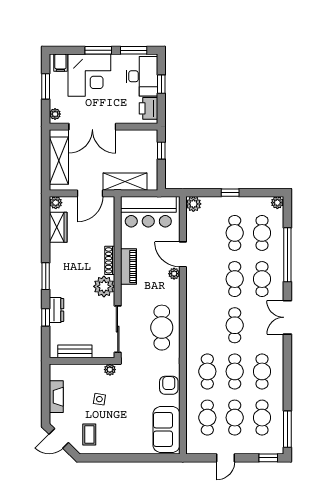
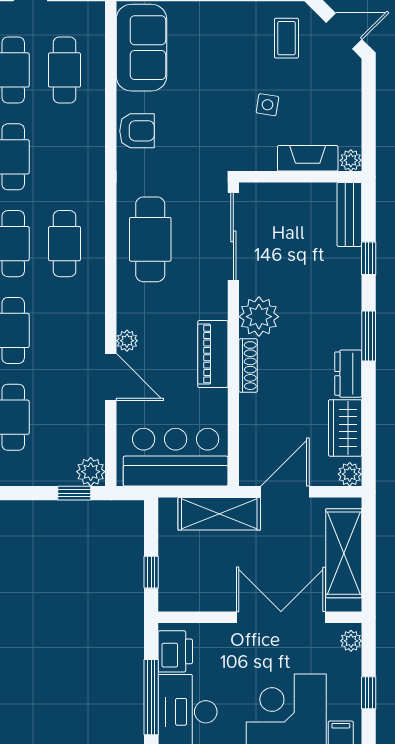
window: (161, 84) -> (151, 697), width x2.17
window: (46, 86) -> (369, 693), width x0.67
window: (230, 193) -> (74, 493), moved
dresser: (56, 310) -> (348, 374), moved
bench: (75, 351) -> (349, 214), moved, turned 90
plant: (110, 370) -> (351, 160), moved
cafe table: (207, 371) -> (65, 244), moved
armchair: (169, 385) -> (137, 131), turned -90
fireplace: (56, 397) -> (308, 158), moved, turned 90

